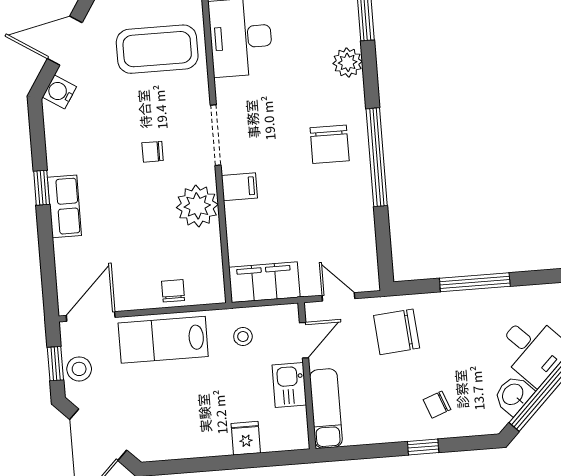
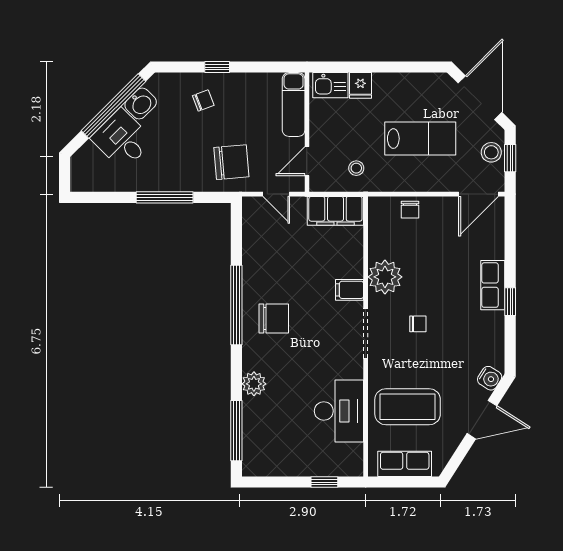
chair: (330, 144) -> (274, 319), turned 90
lab bench: (163, 340) -> (420, 139), moved
kitchen sink: (289, 385) -> (330, 85), moved, turned 90

